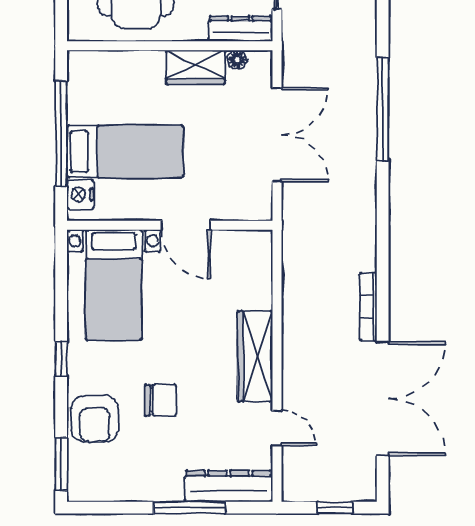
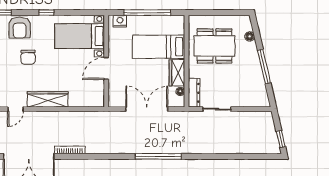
double door: (277, 135) -> (147, 109), swing flipped
bed: (125, 151) -> (159, 47), moved, turned 90
armchair: (95, 419) -> (20, 28), turned -90

